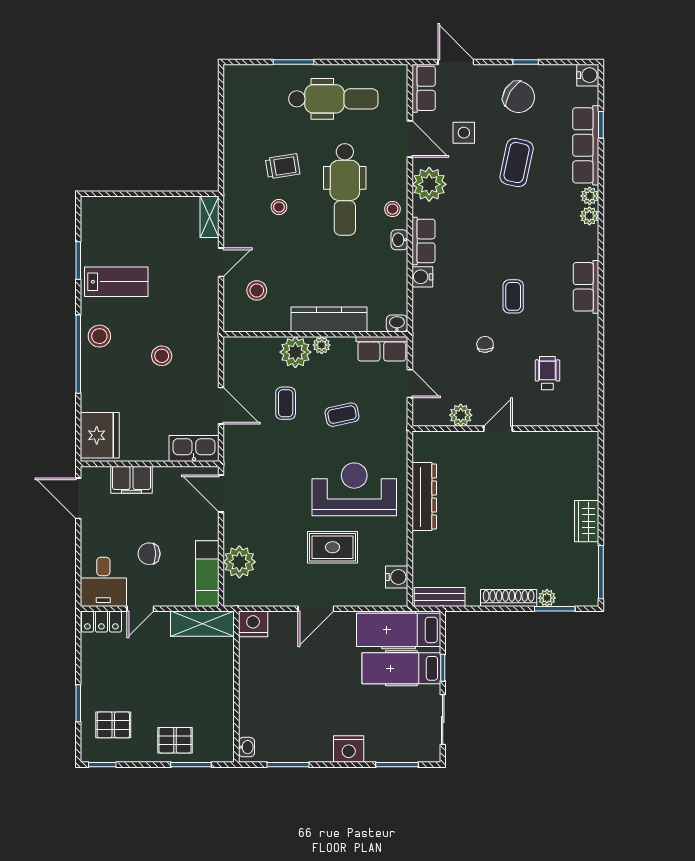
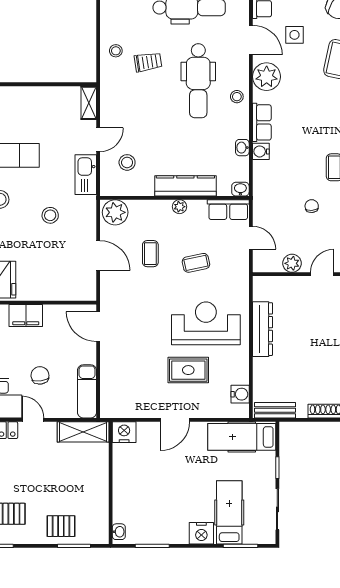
stool: (279, 207) -> (116, 51), moved
washbasin: (399, 240) -> (242, 148), moved
plant: (295, 352) -> (115, 212), moved
kitchen sink: (194, 449) -> (86, 175), moved, turned -90
chair: (149, 554) -> (40, 375), turned 82
plant: (239, 562) -> (113, 382), removed
door: (140, 609) -> (33, 420), swing flipped
hospital bed: (401, 668) -> (229, 512), moved, turned 90

